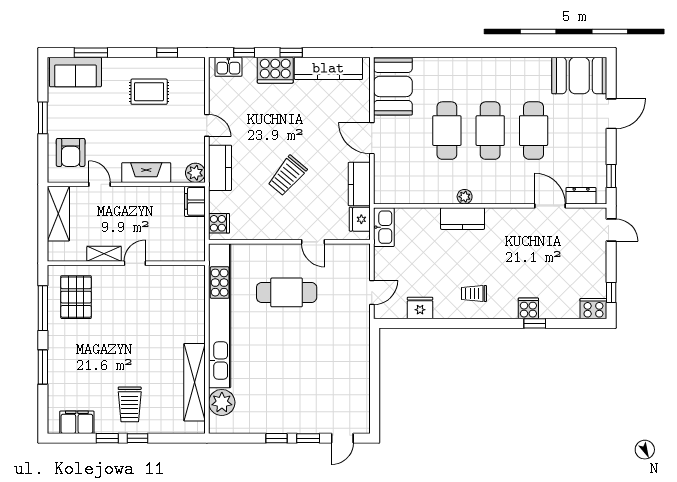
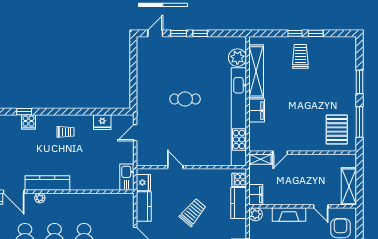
kitchen counter: (220, 168) -> (239, 203), moved
plant: (465, 197) -> (40, 198), moved
kitchen counter: (463, 219) -> (47, 183), moved, width x1.50
shelving: (104, 254) -> (260, 159), moved
door: (135, 263) -> (280, 153), moved
cafe table: (287, 292) -> (185, 99), moved, width x0.73, depth x0.74
filing cabinet: (77, 422) -> (257, 111), moved, turned -90

